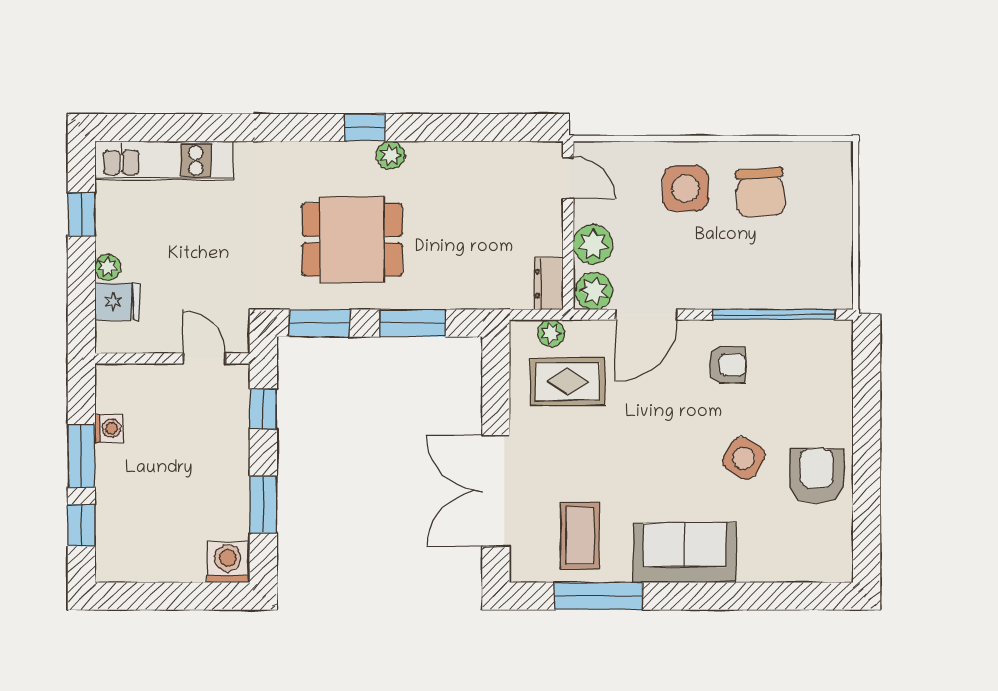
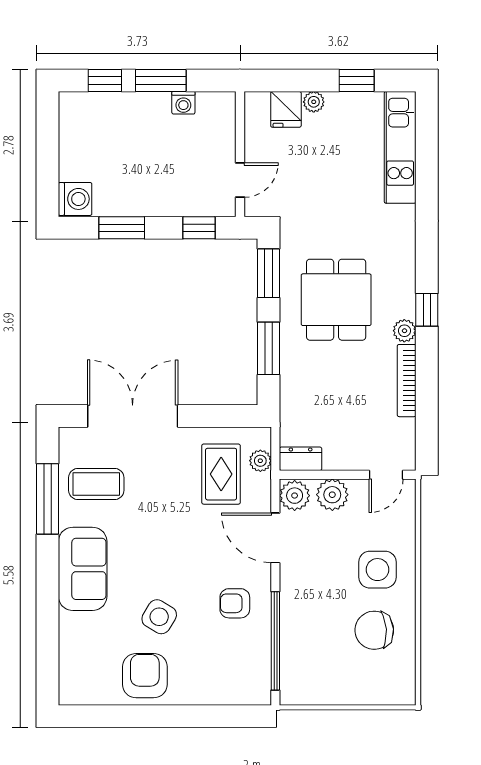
bookcase: (452, 153) -> (407, 381), added
armchair: (727, 365) -> (235, 603), turned 90
armchair: (816, 476) -> (145, 676), turned -90

